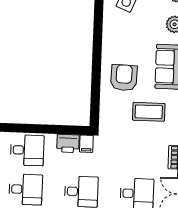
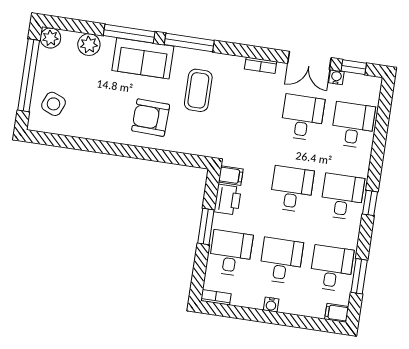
window: (45, 129) -> (206, 227), added

